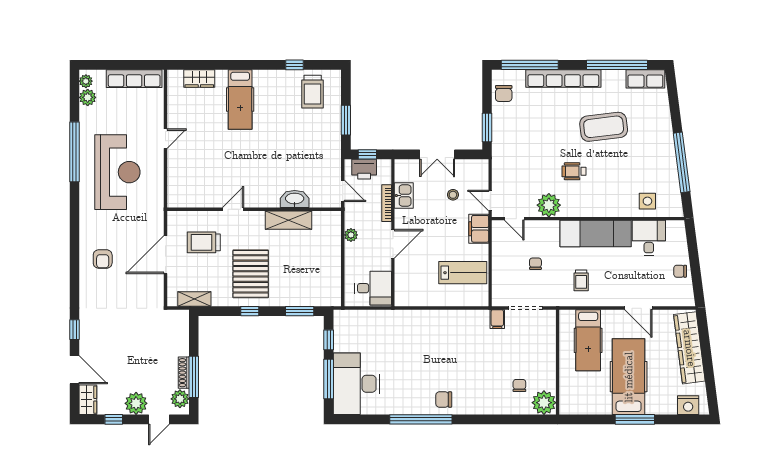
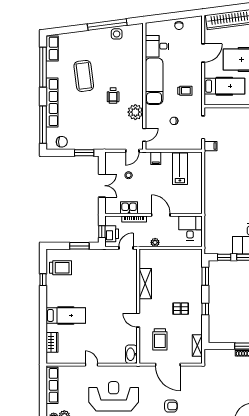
washbasin: (295, 199) -> (131, 354), moved
side table: (647, 201) -> (117, 34), moved
filing cabinet: (479, 229) -> (156, 158), width x0.50
pallet: (251, 274) -> (181, 309), width x0.49, depth x0.50

